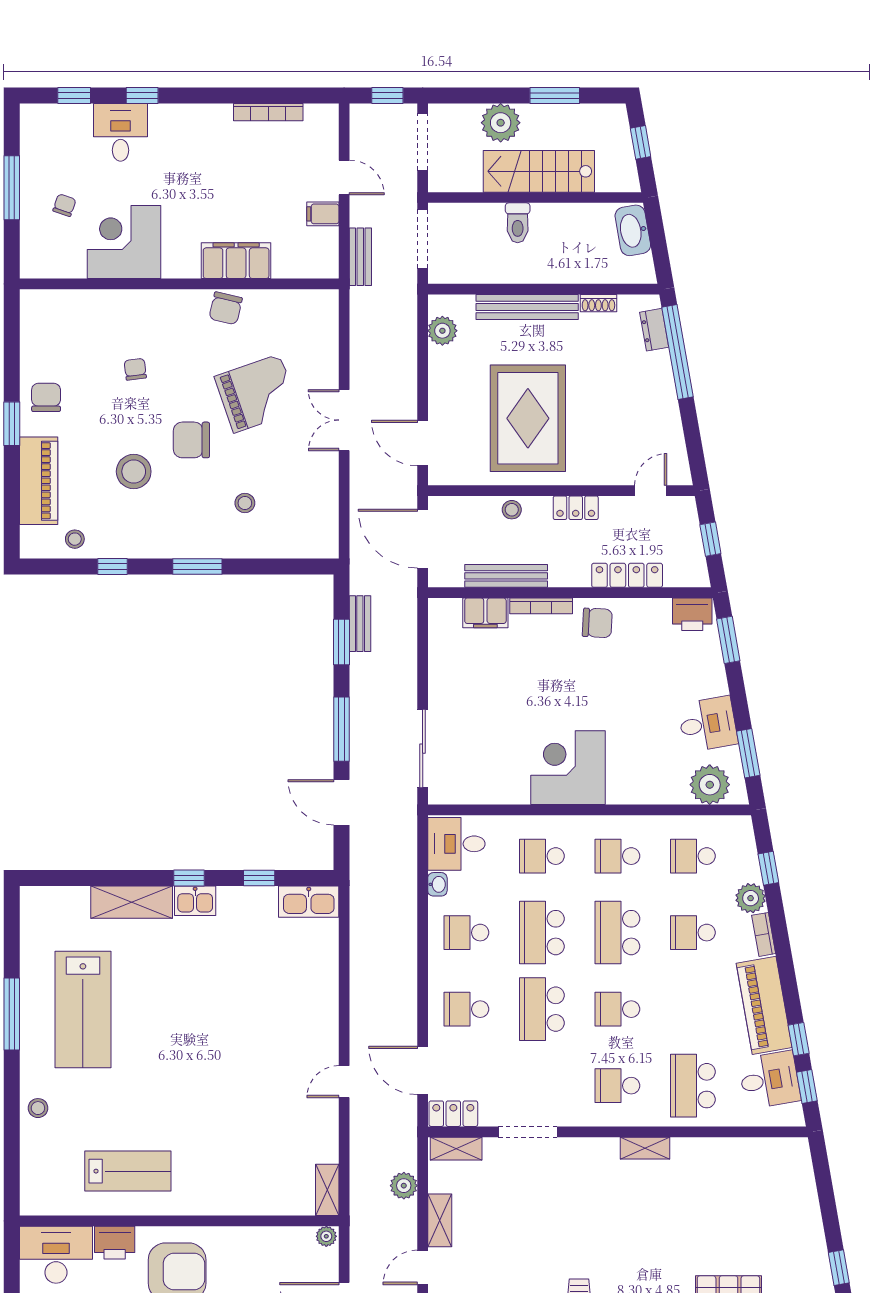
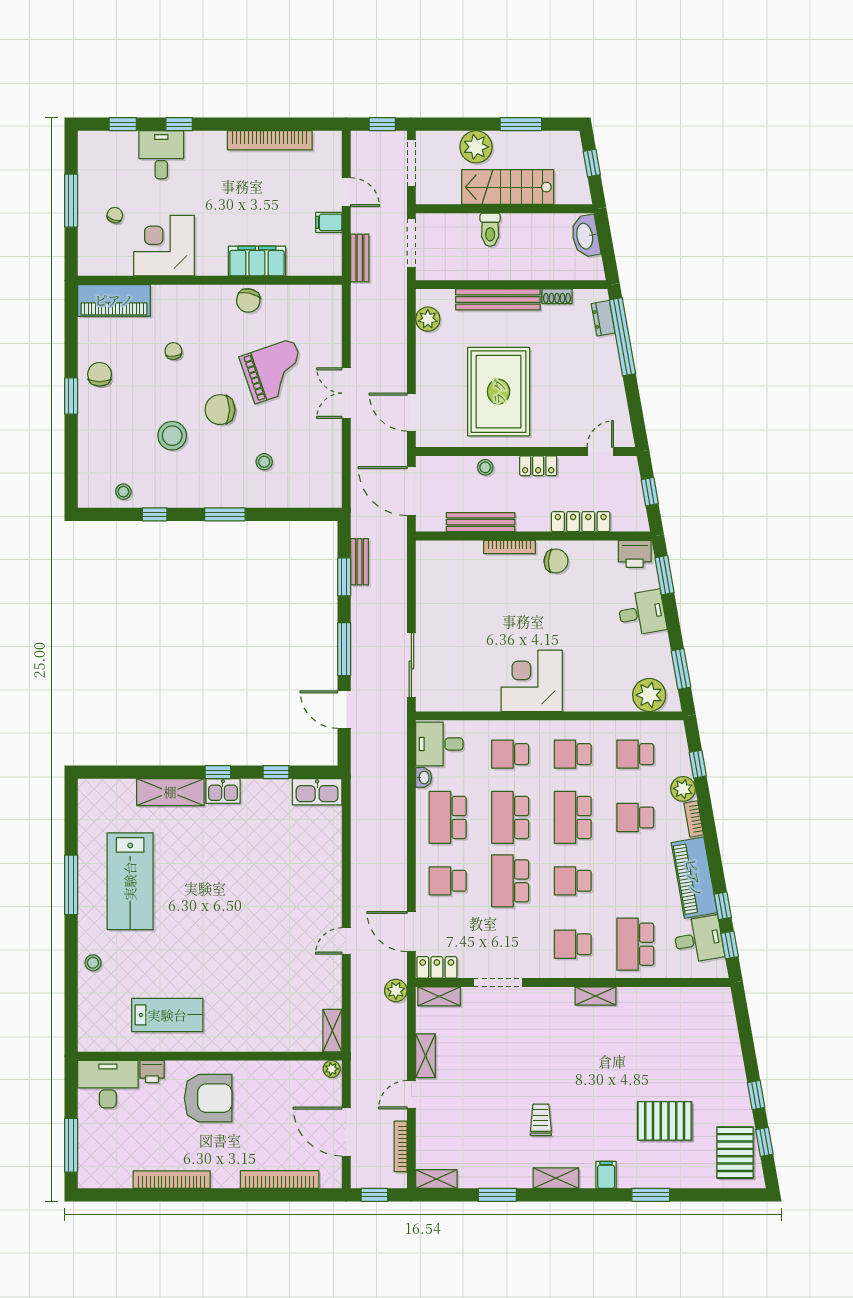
bookcase: (268, 112) -> (270, 140), width x1.48, depth x1.31
piano: (39, 481) -> (114, 300), moved, turned 90
filing cabinet: (485, 613) -> (463, 553), removed
desk: (708, 724) -> (642, 613), moved
school desk: (466, 933) -> (448, 817), width x1.85
plant: (404, 1186) -> (396, 990), moved
printer: (115, 1243) -> (152, 1072), width x0.73, depth x0.81

